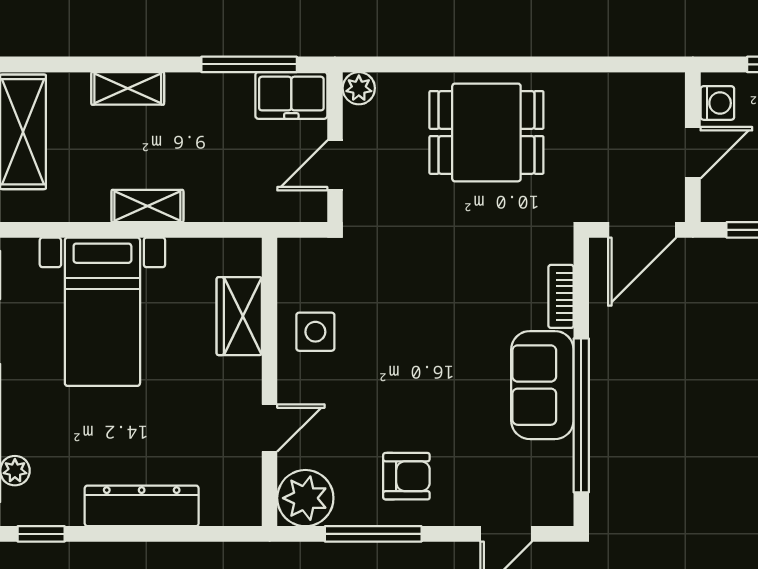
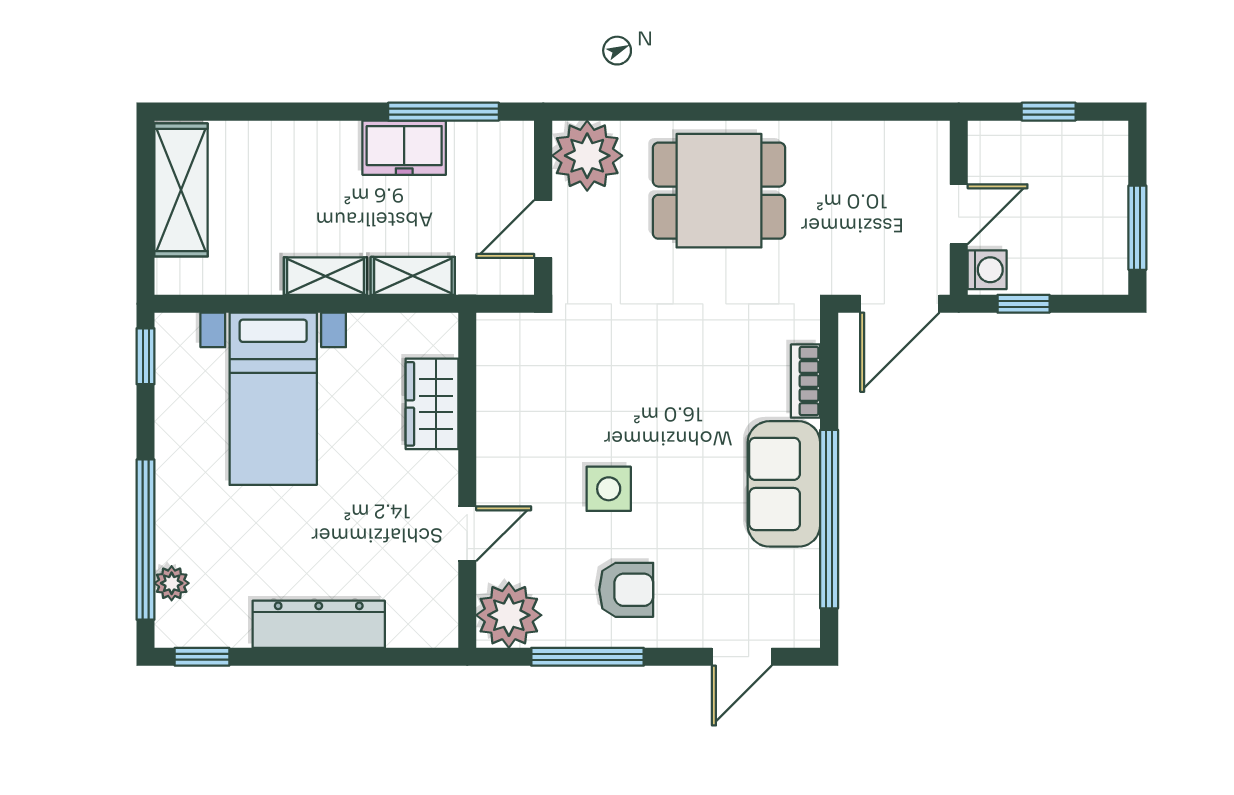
shelving: (128, 88) -> (413, 276), moved
plant: (359, 88) -> (587, 156), width x1.88, depth x1.88
freezer: (291, 95) -> (404, 148), moved
washing machine: (717, 103) -> (987, 270), moved
side table: (315, 332) -> (609, 489), moved

